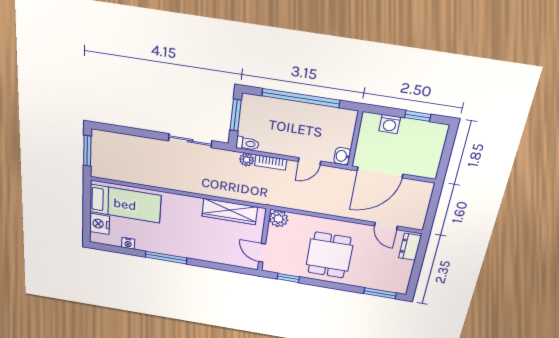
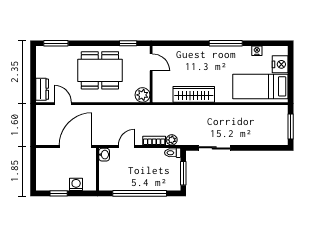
wardrobe: (230, 212) -> (194, 94), moved
dining table: (329, 255) -> (100, 70), width x1.38

